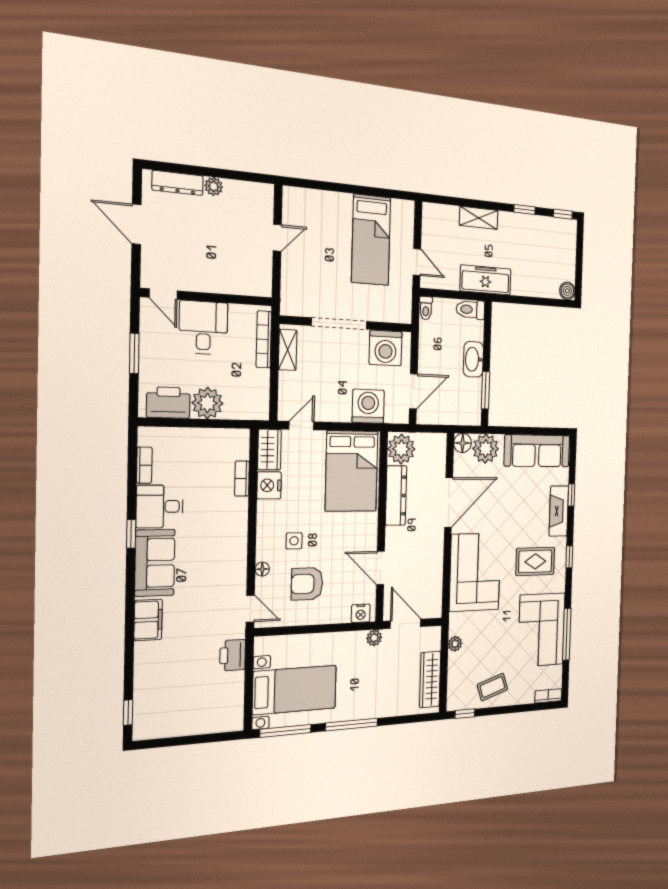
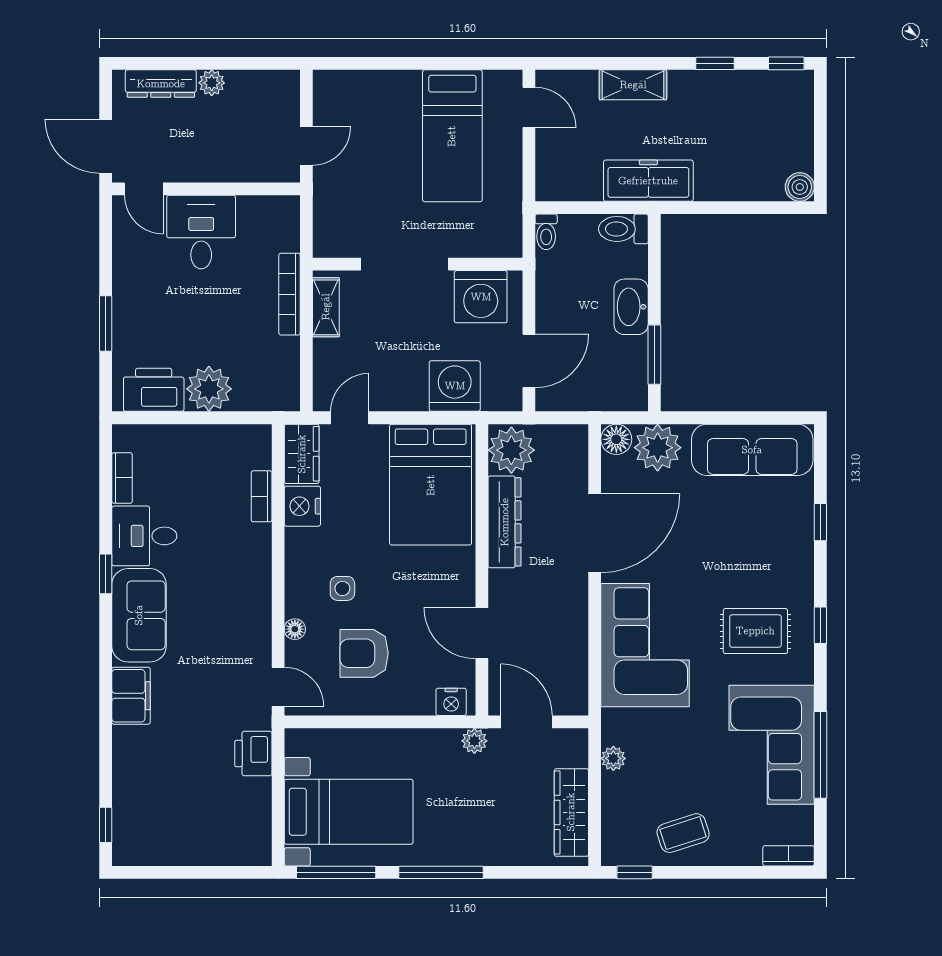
door: (417, 262) -> (529, 107), moved
door: (163, 294) -> (144, 189), moved
wall: (207, 297) -> (206, 189), moved
desk: (203, 328) -> (201, 232), moved
fireplace: (559, 511) -> (797, 549), removed

